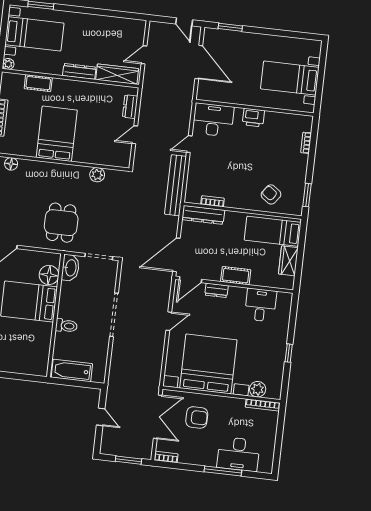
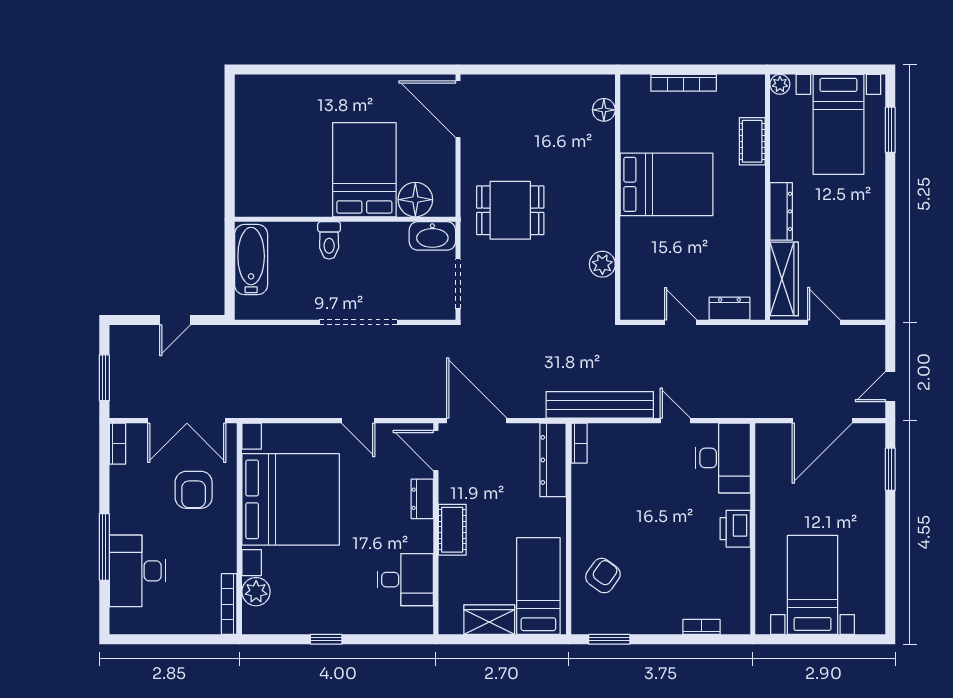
bookcase: (213, 201) -> (579, 443), moved

